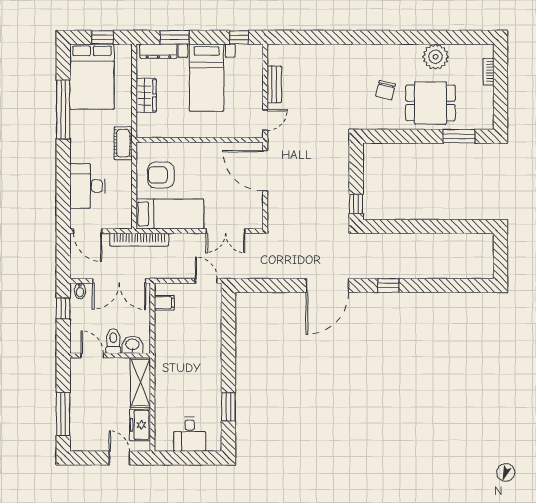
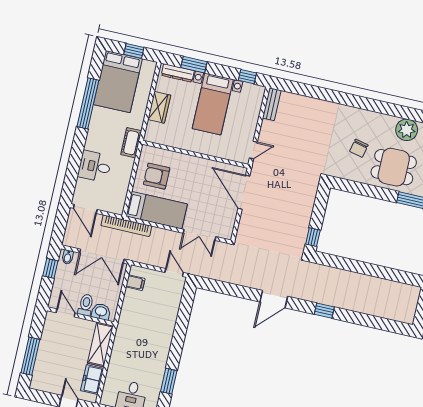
bench: (274, 84) -> (272, 104), moved
desk: (87, 186) -> (95, 166), width x0.73
door: (327, 285) -> (274, 299), width x0.73

